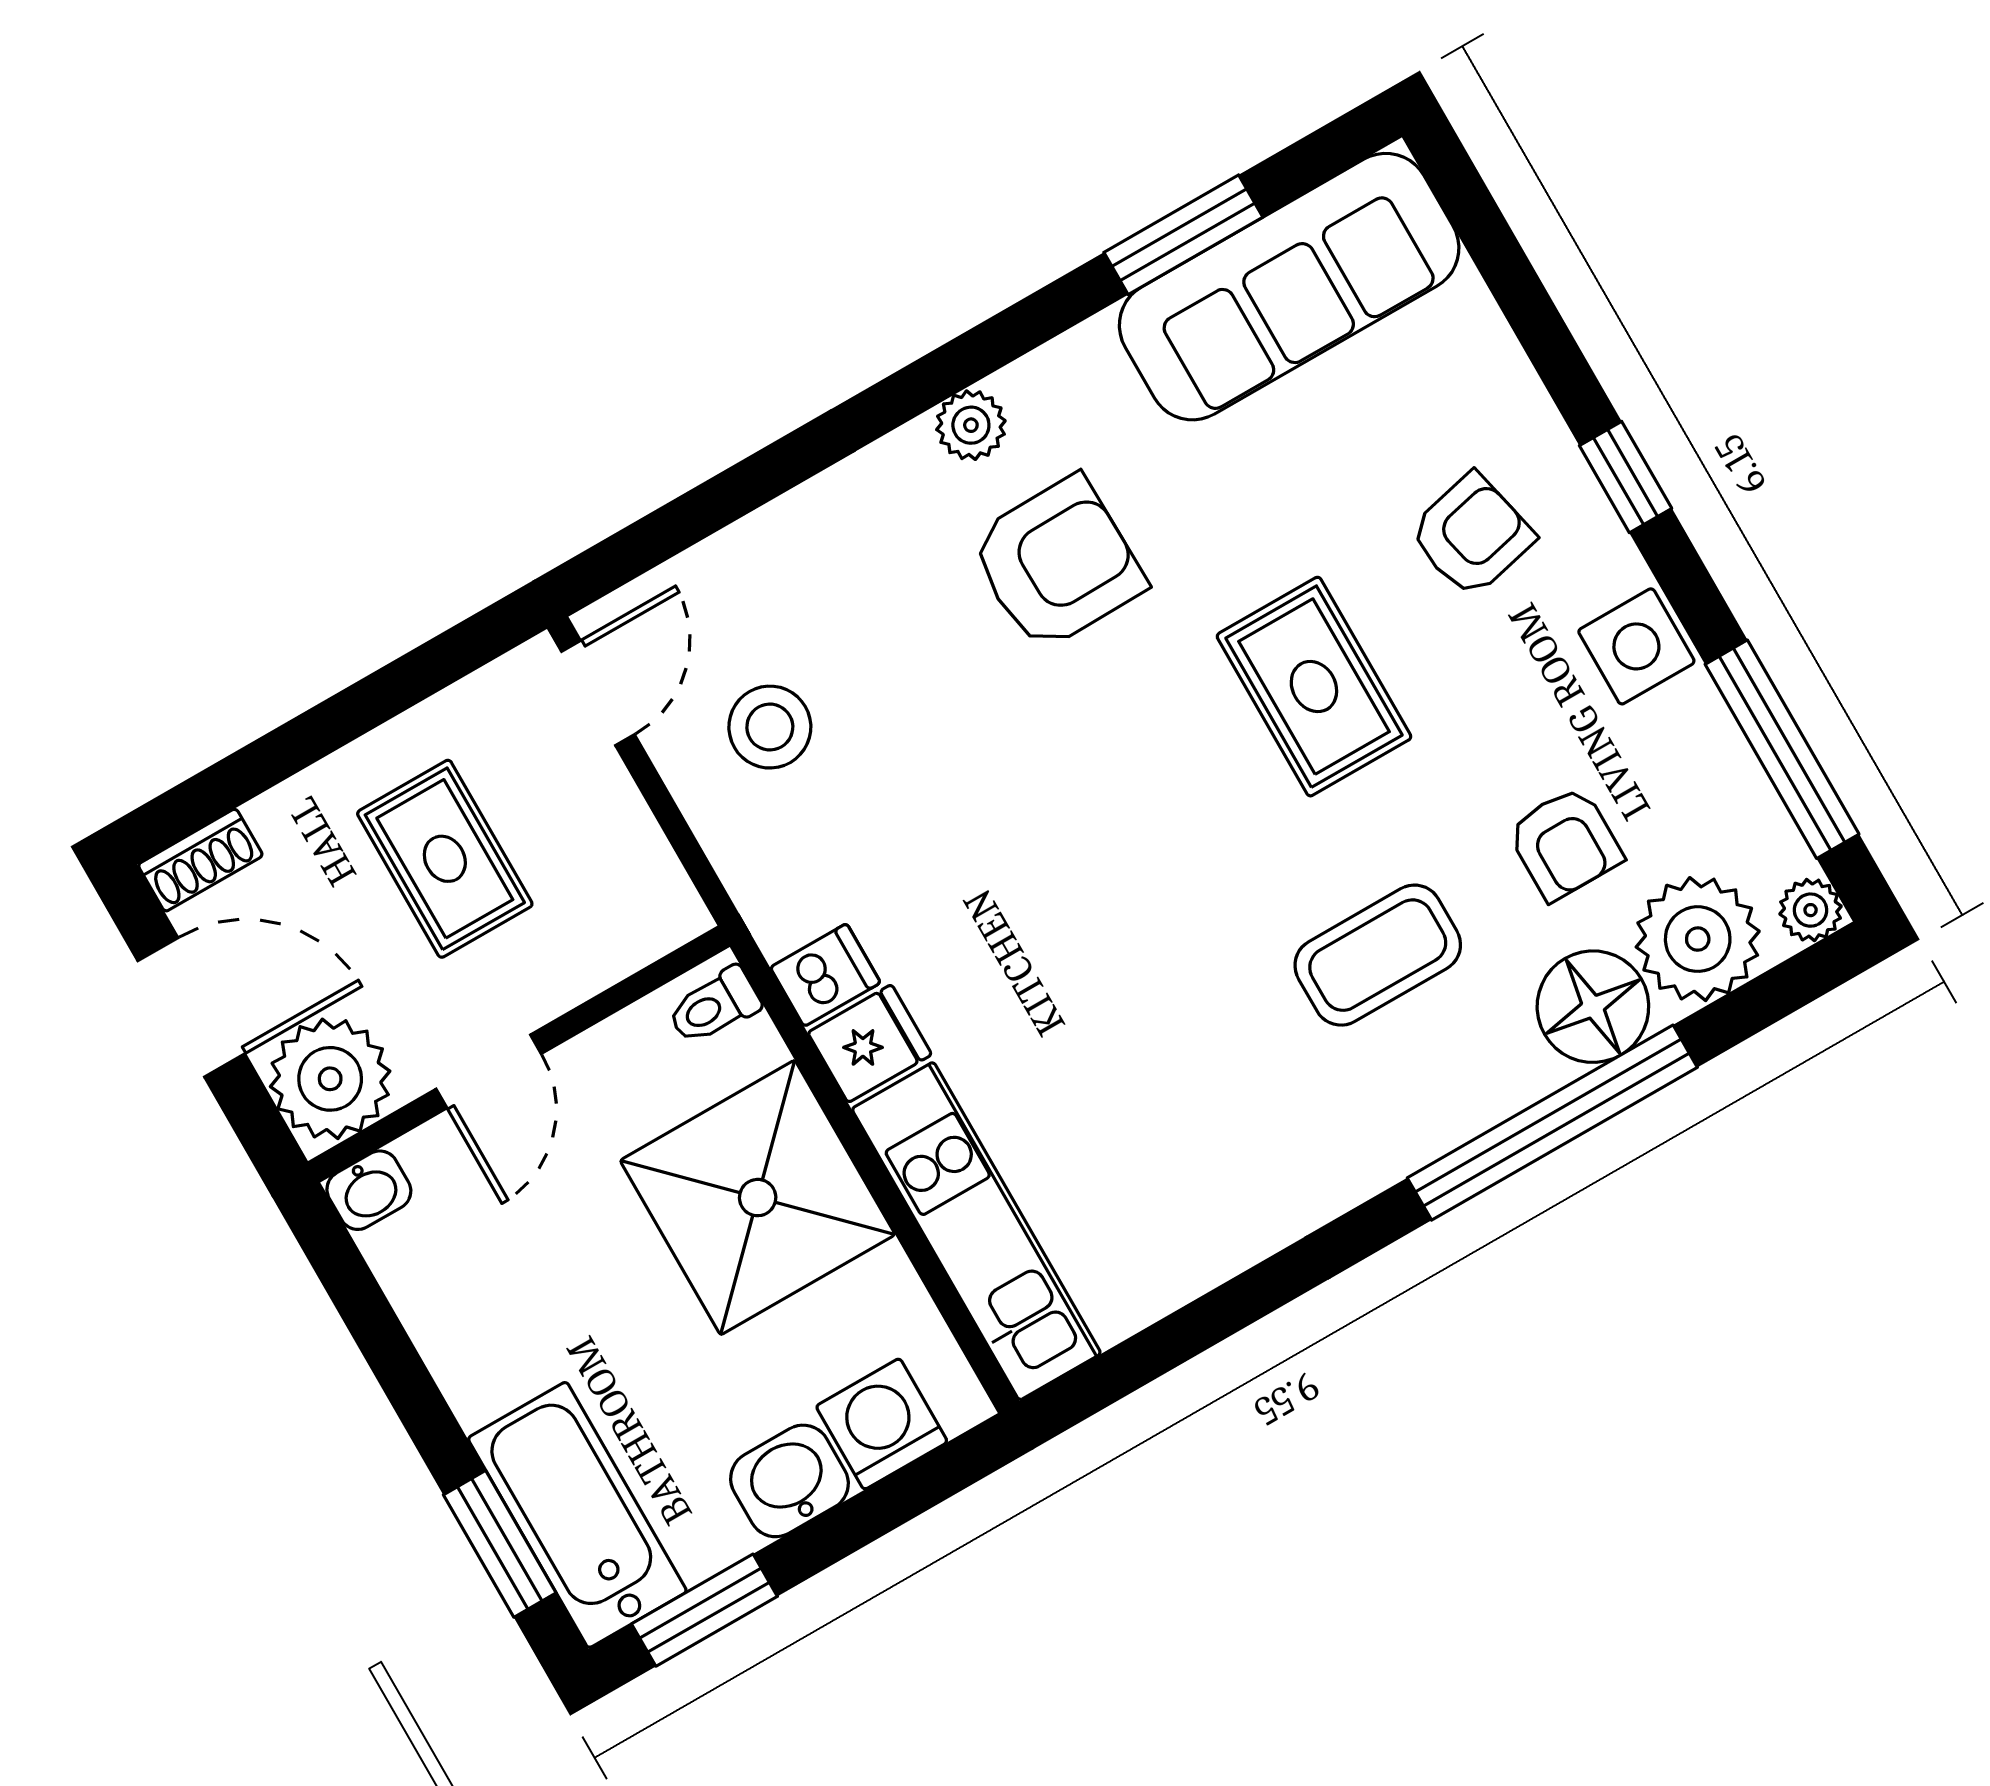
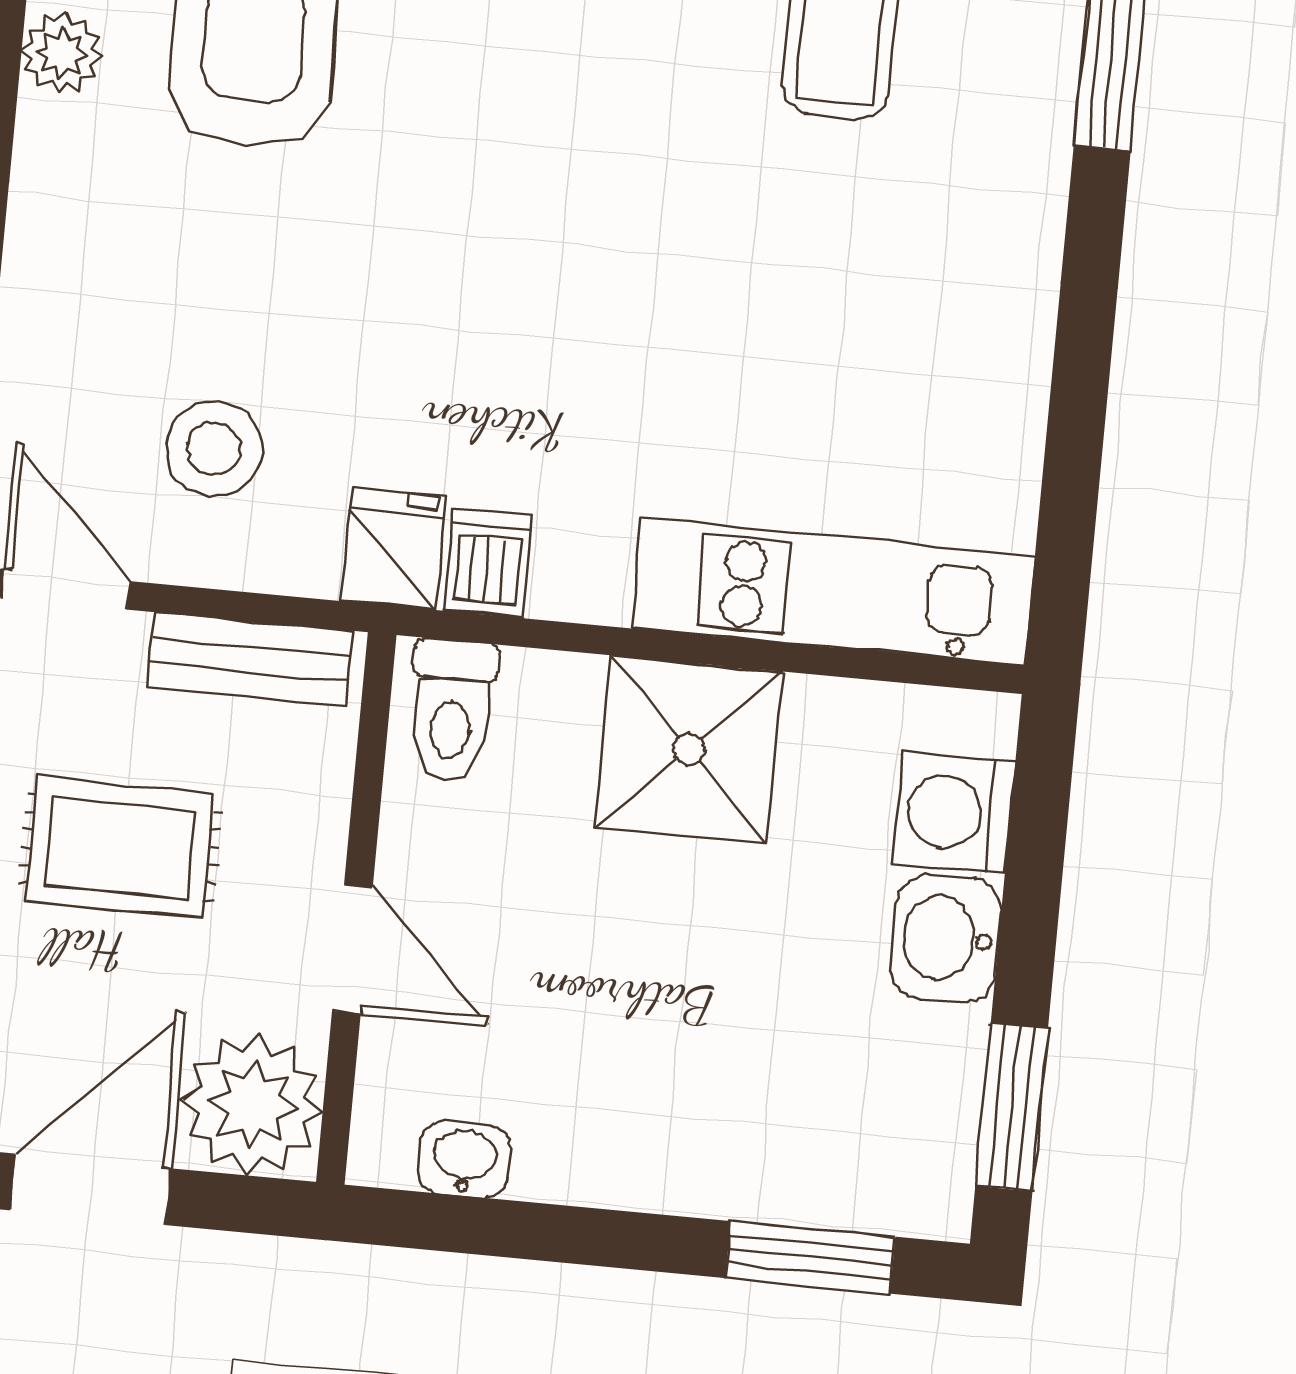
bench: (641, 857) -> (250, 659), added
toilet: (714, 1006) -> (452, 711), width x1.37, depth x1.39
fridge: (870, 1044) -> (393, 549), moved
washbasin: (369, 1190) -> (464, 1160), moved, turned -90
shower: (758, 1198) -> (689, 749), width x0.73, depth x0.73
bathtub: (577, 1515) -> (835, 1164), removed

